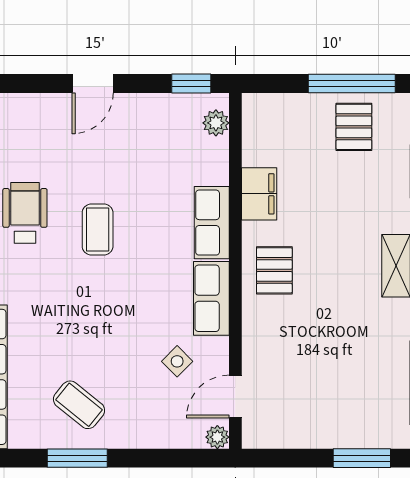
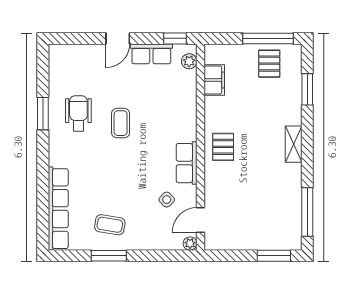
filing cabinet: (259, 194) -> (214, 80), moved
row of seats: (212, 223) -> (151, 54), moved, turned -90
coffee table: (79, 405) -> (110, 225), turned -30

